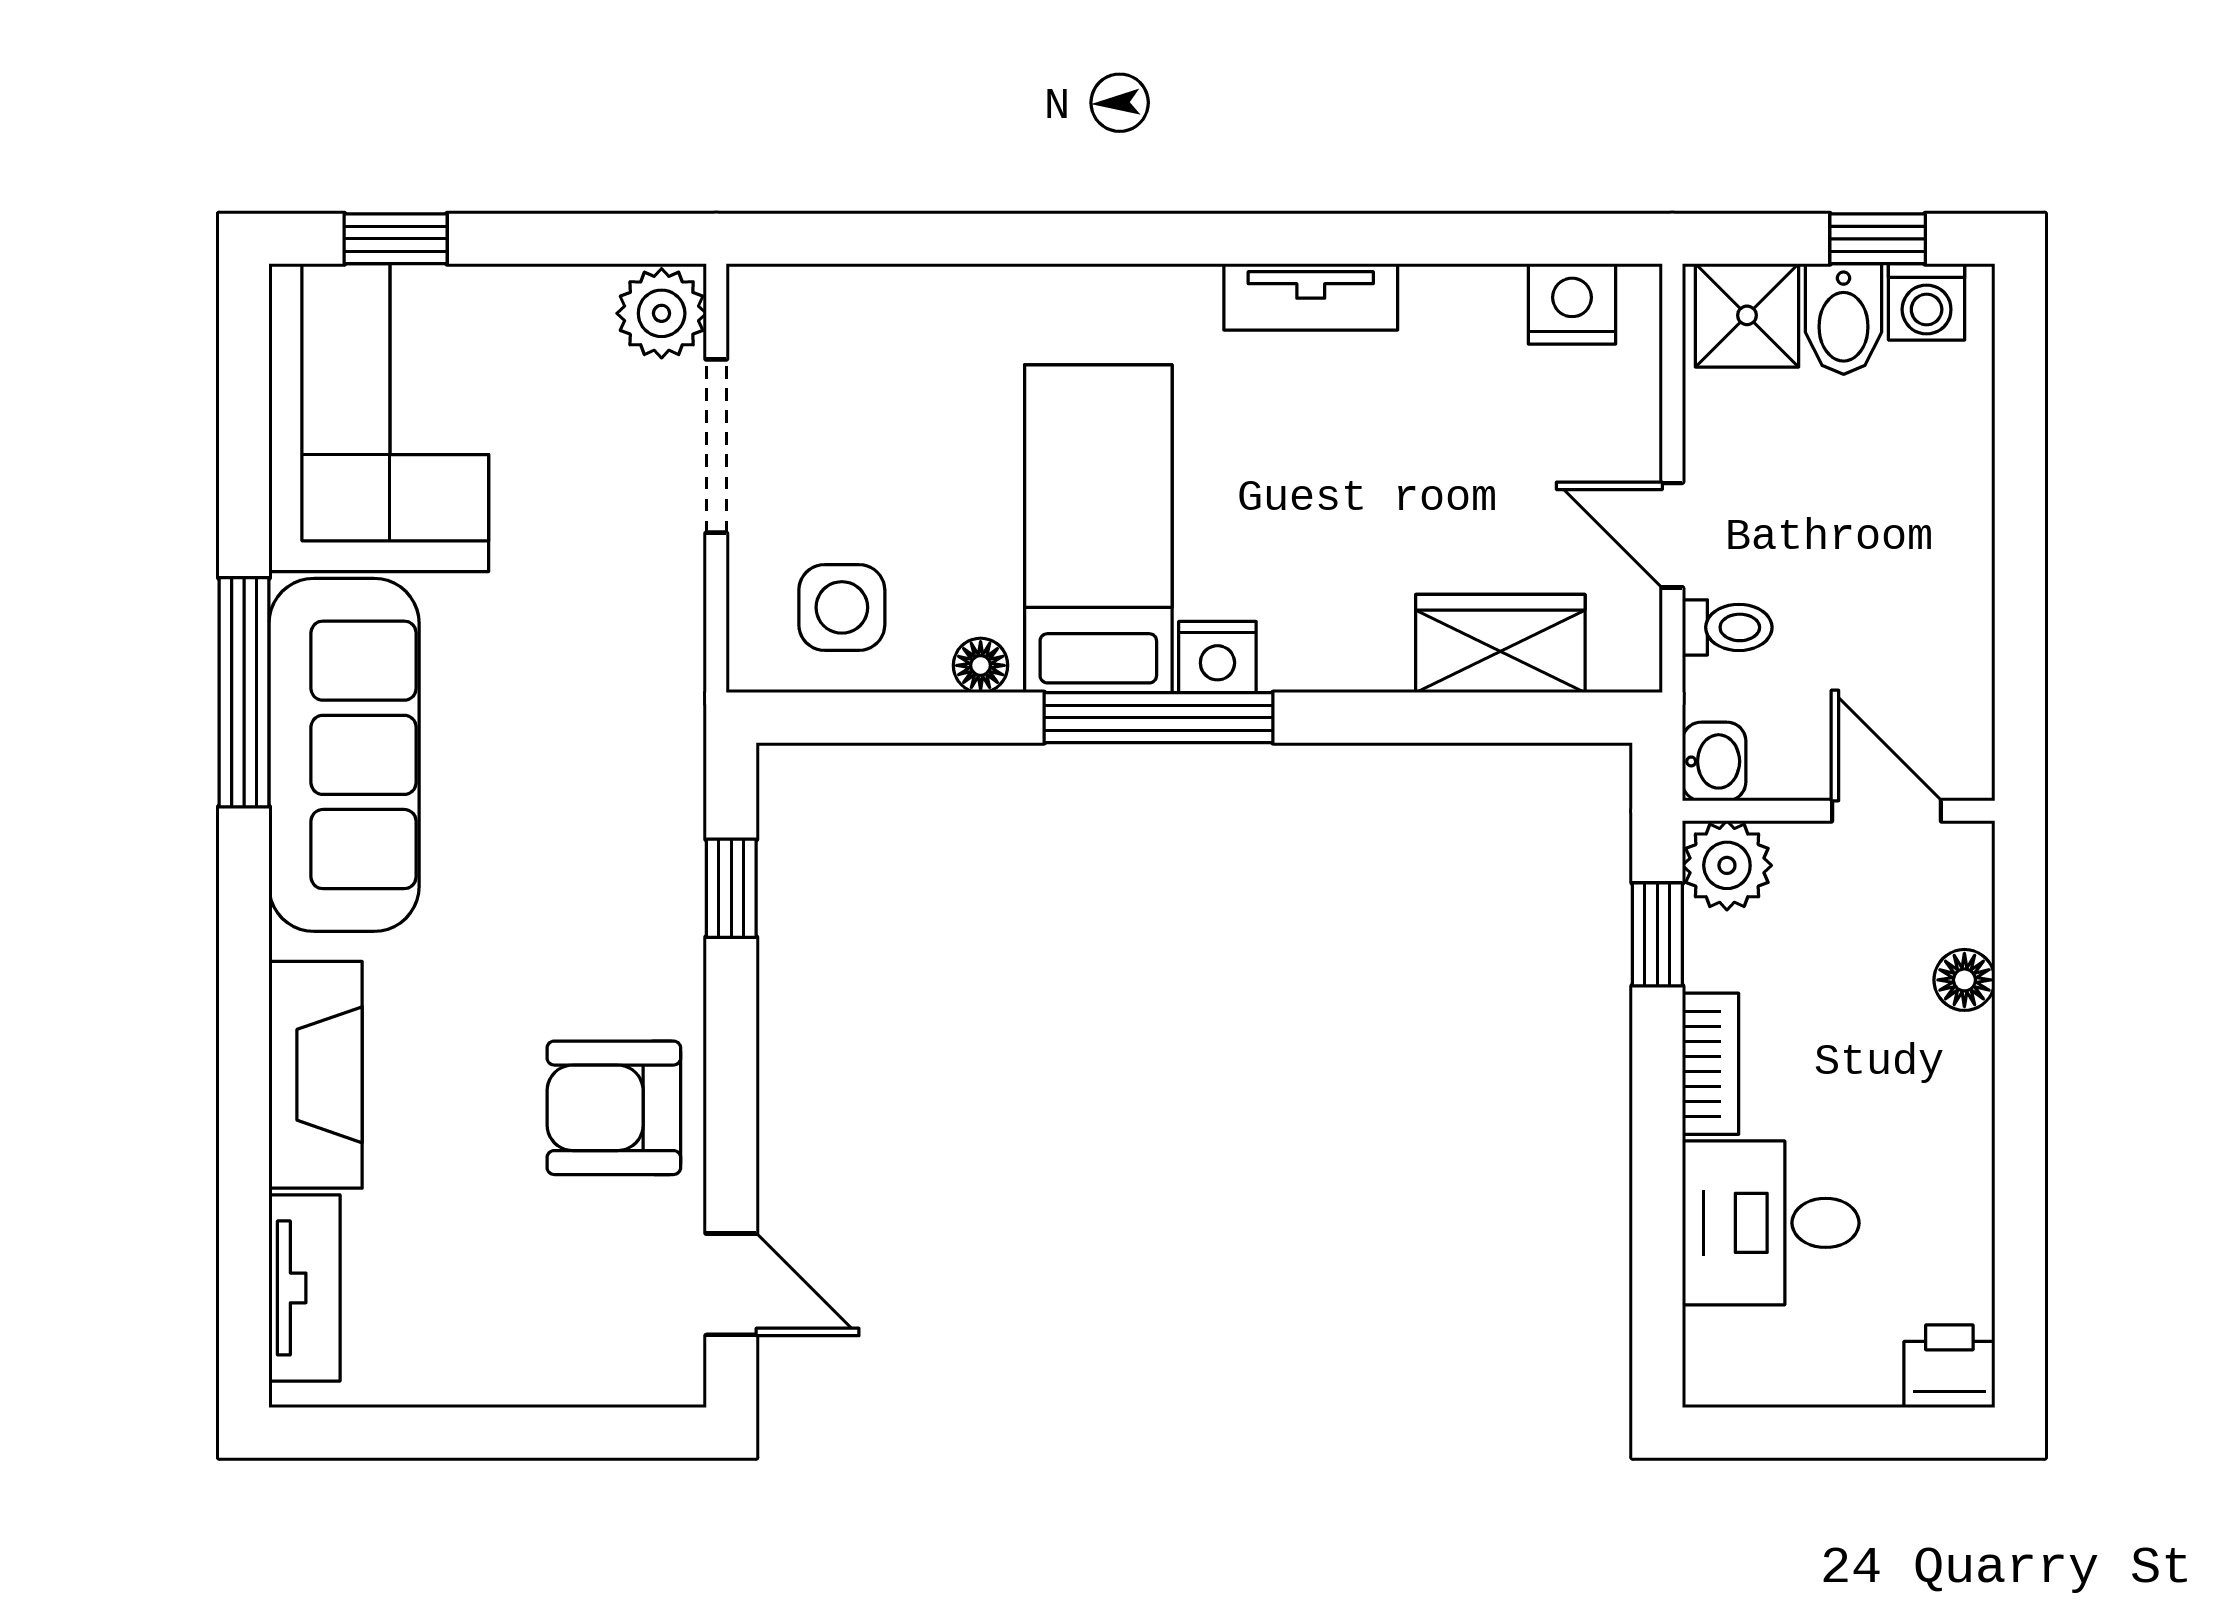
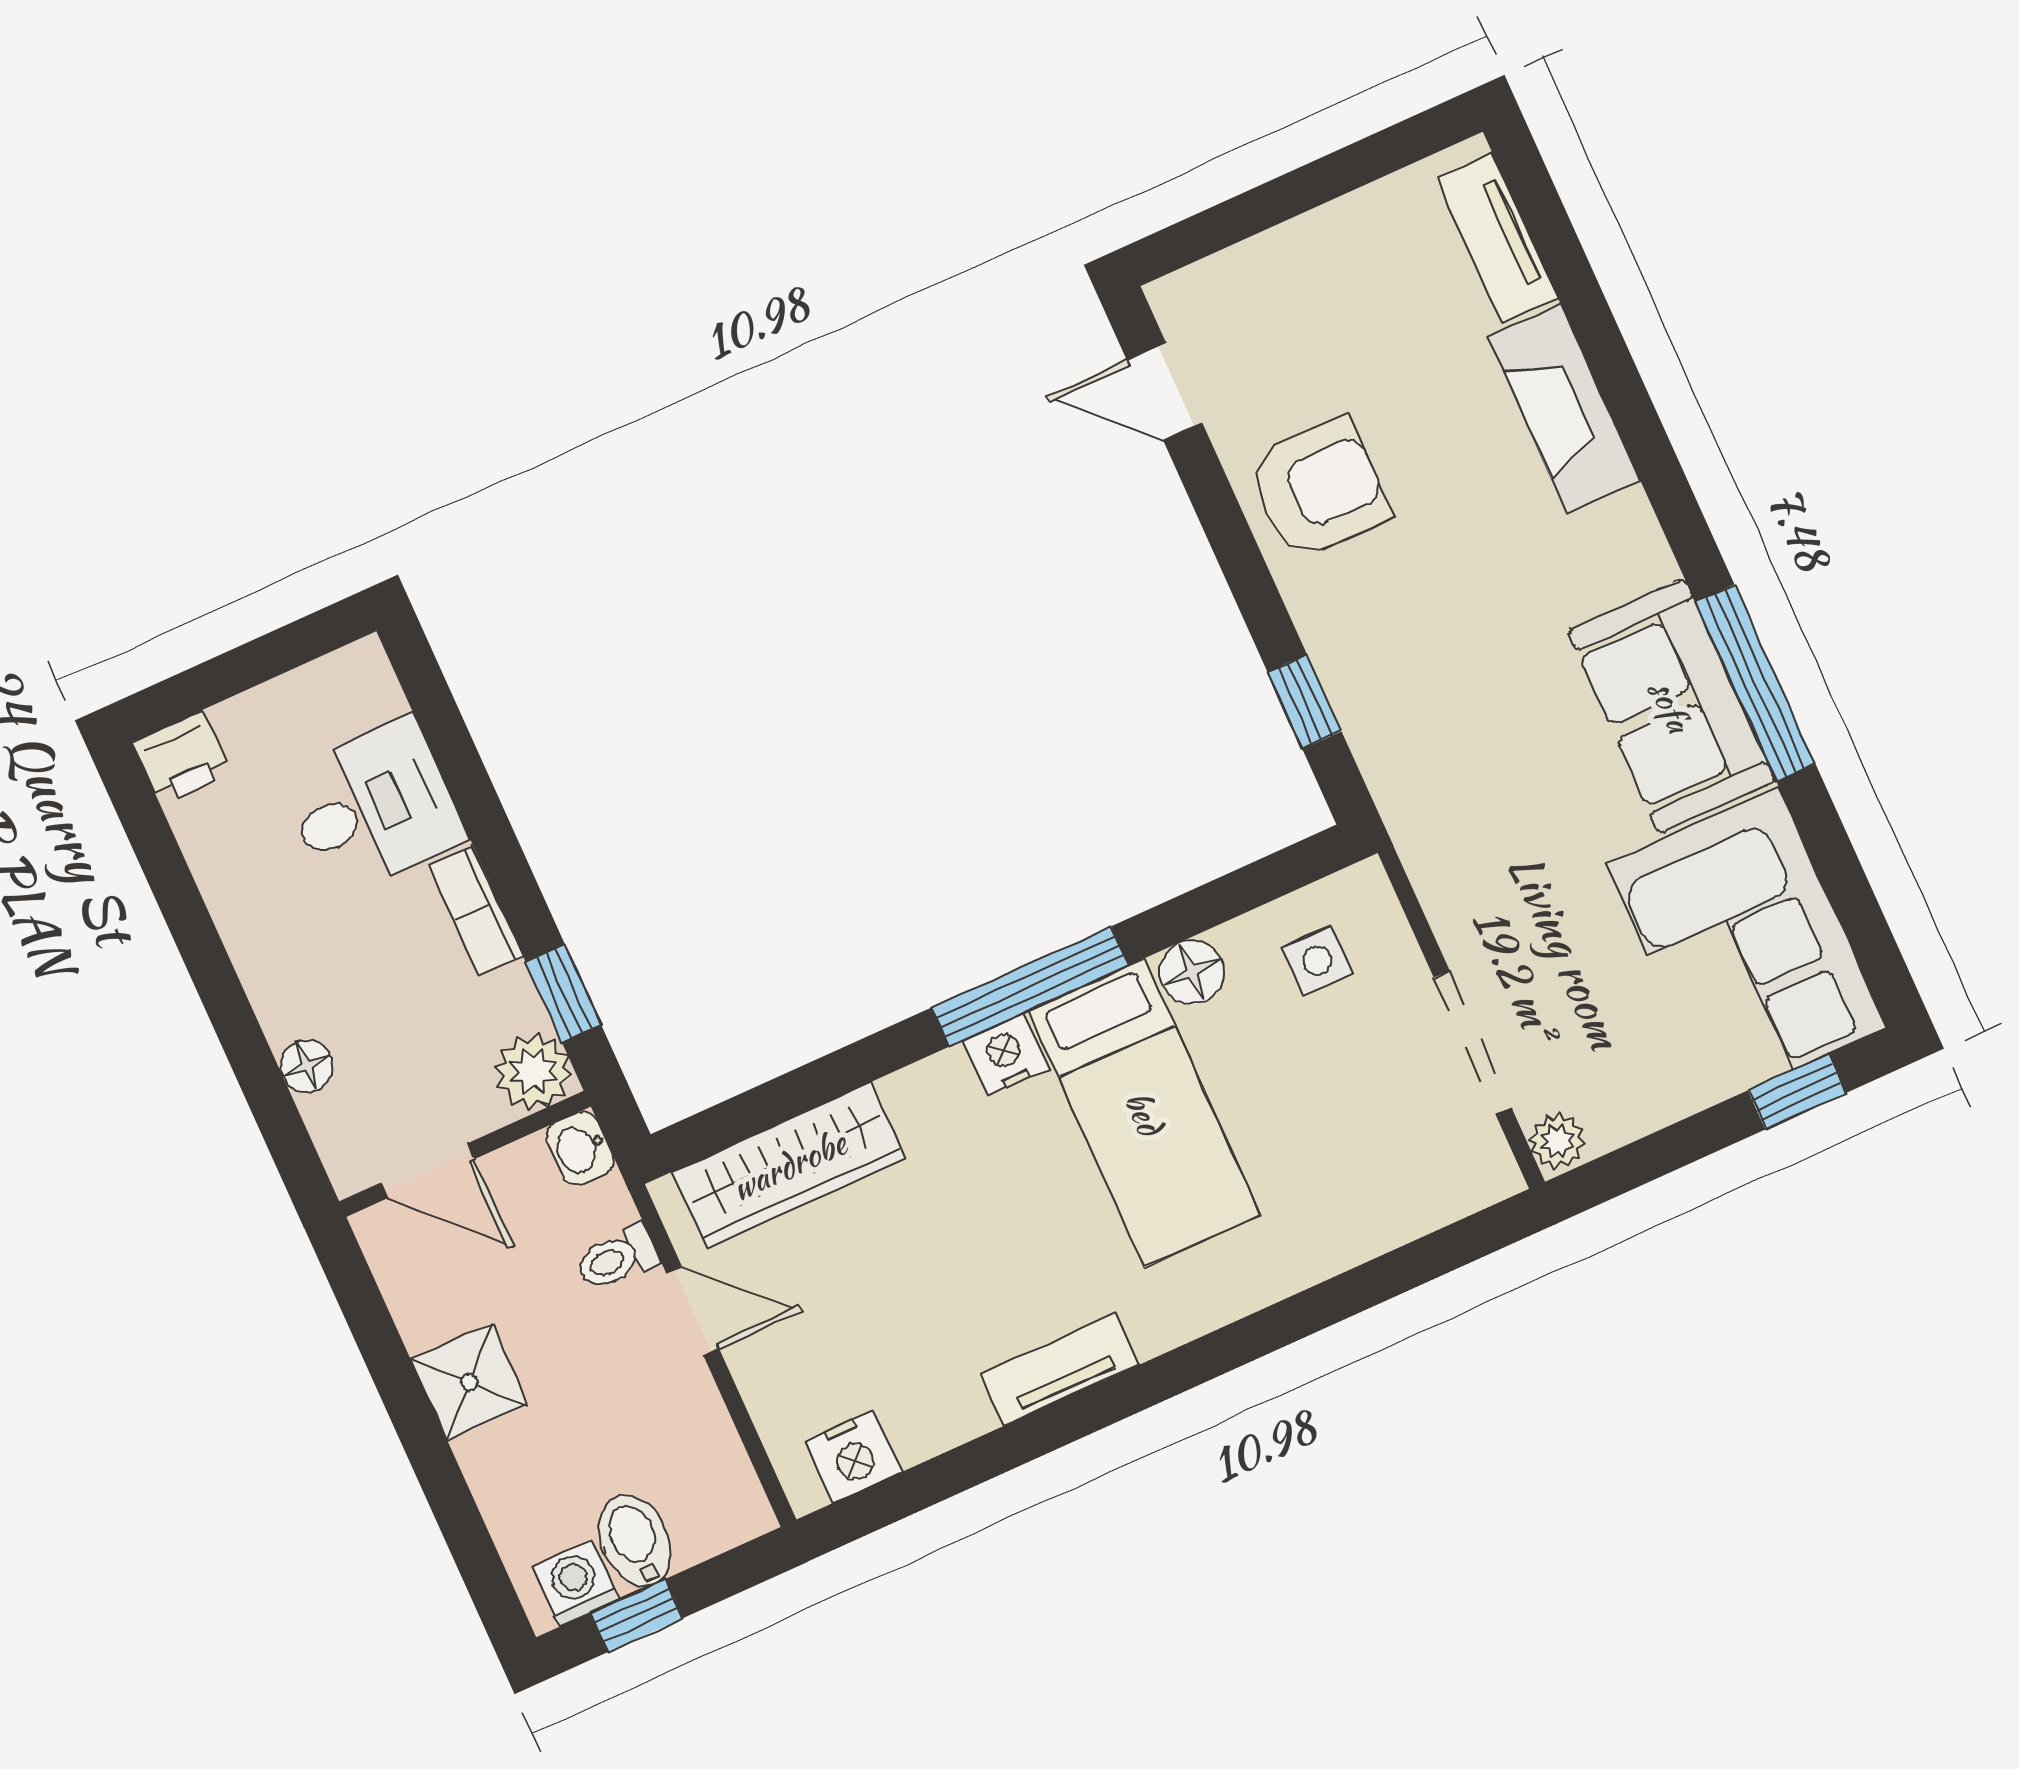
plant: (662, 313) -> (1557, 1141), width x0.73, depth x0.73
shower: (1747, 315) -> (469, 1382), moved
side table: (842, 607) -> (1317, 961), width x0.73, depth x0.73
wardrobe: (1500, 644) -> (789, 1165), width x1.50
floor lamp: (981, 665) -> (1192, 972), width x1.37, depth x1.37
sofa: (344, 755) -> (1671, 706), width x0.73

